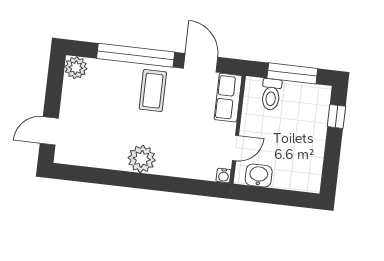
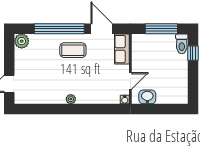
coffee table: (153, 91) -> (73, 50), turned 90
toilet: (271, 94) -> (182, 44), moved
plant: (142, 159) -> (71, 99), width x0.53, depth x0.53

